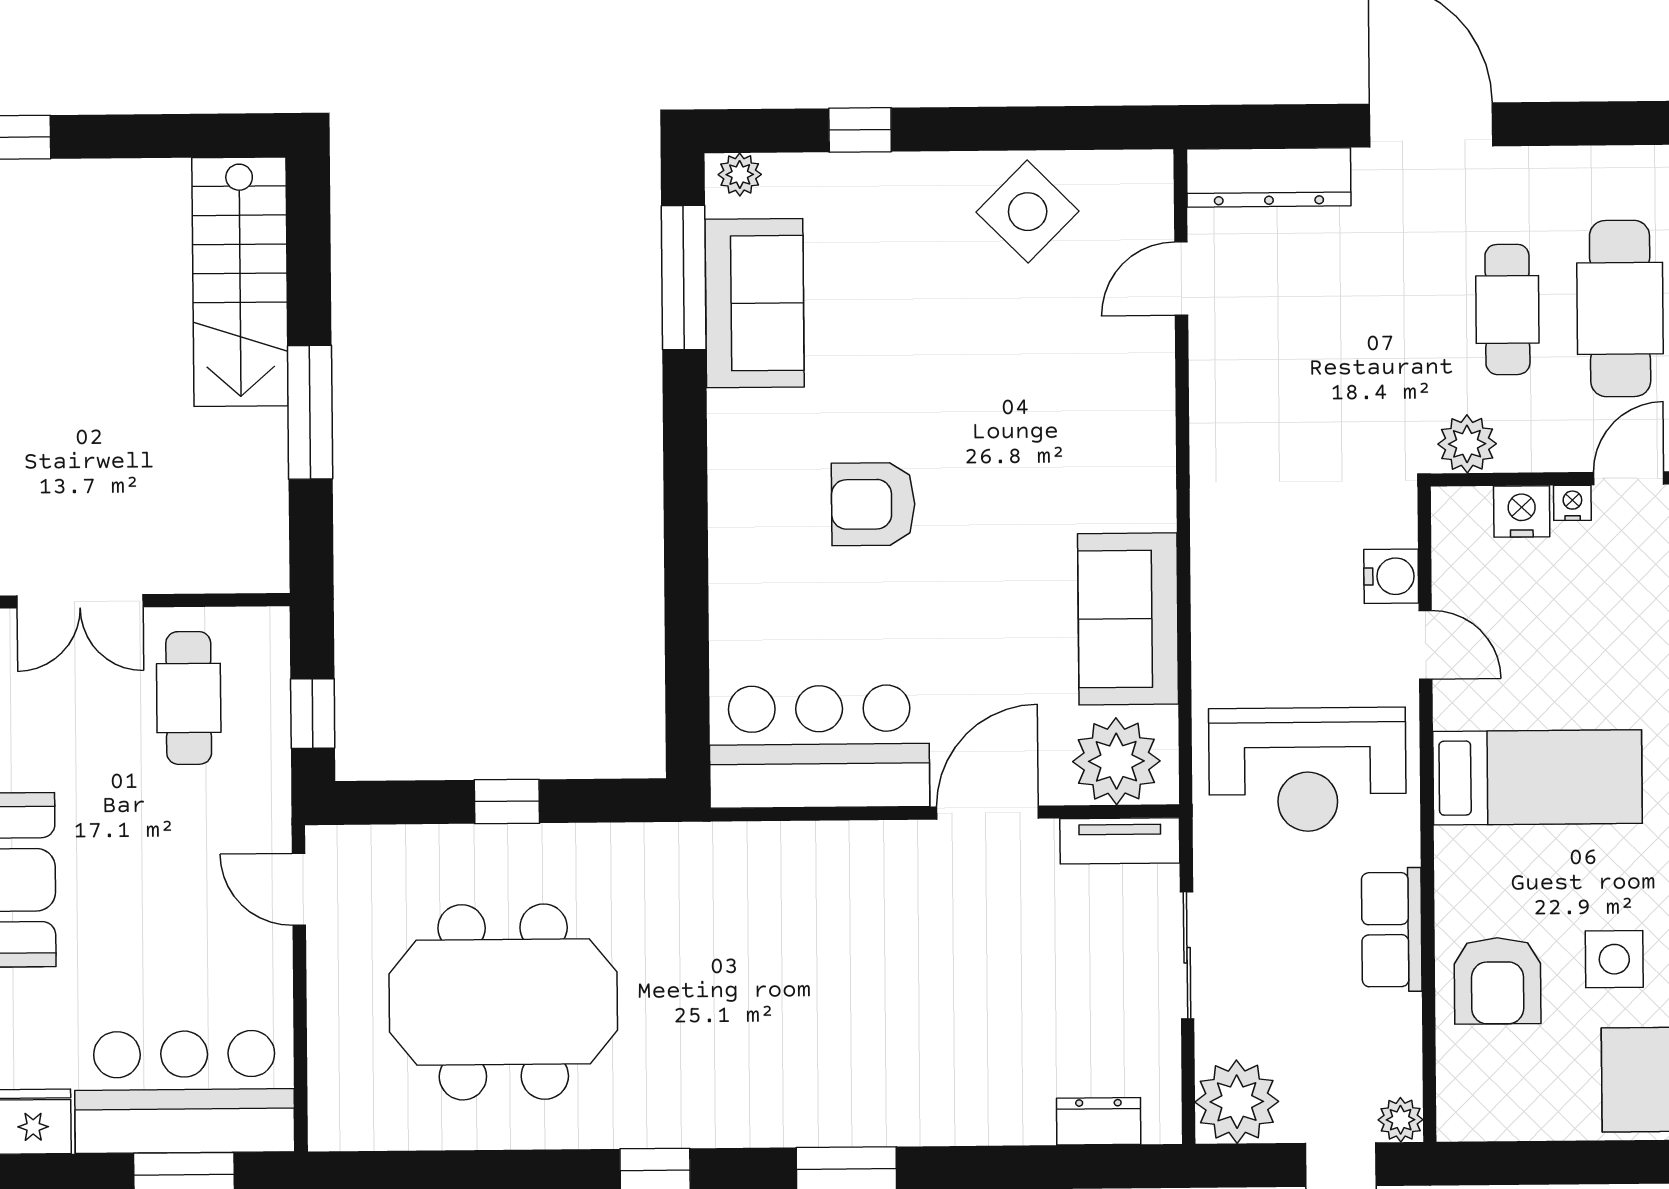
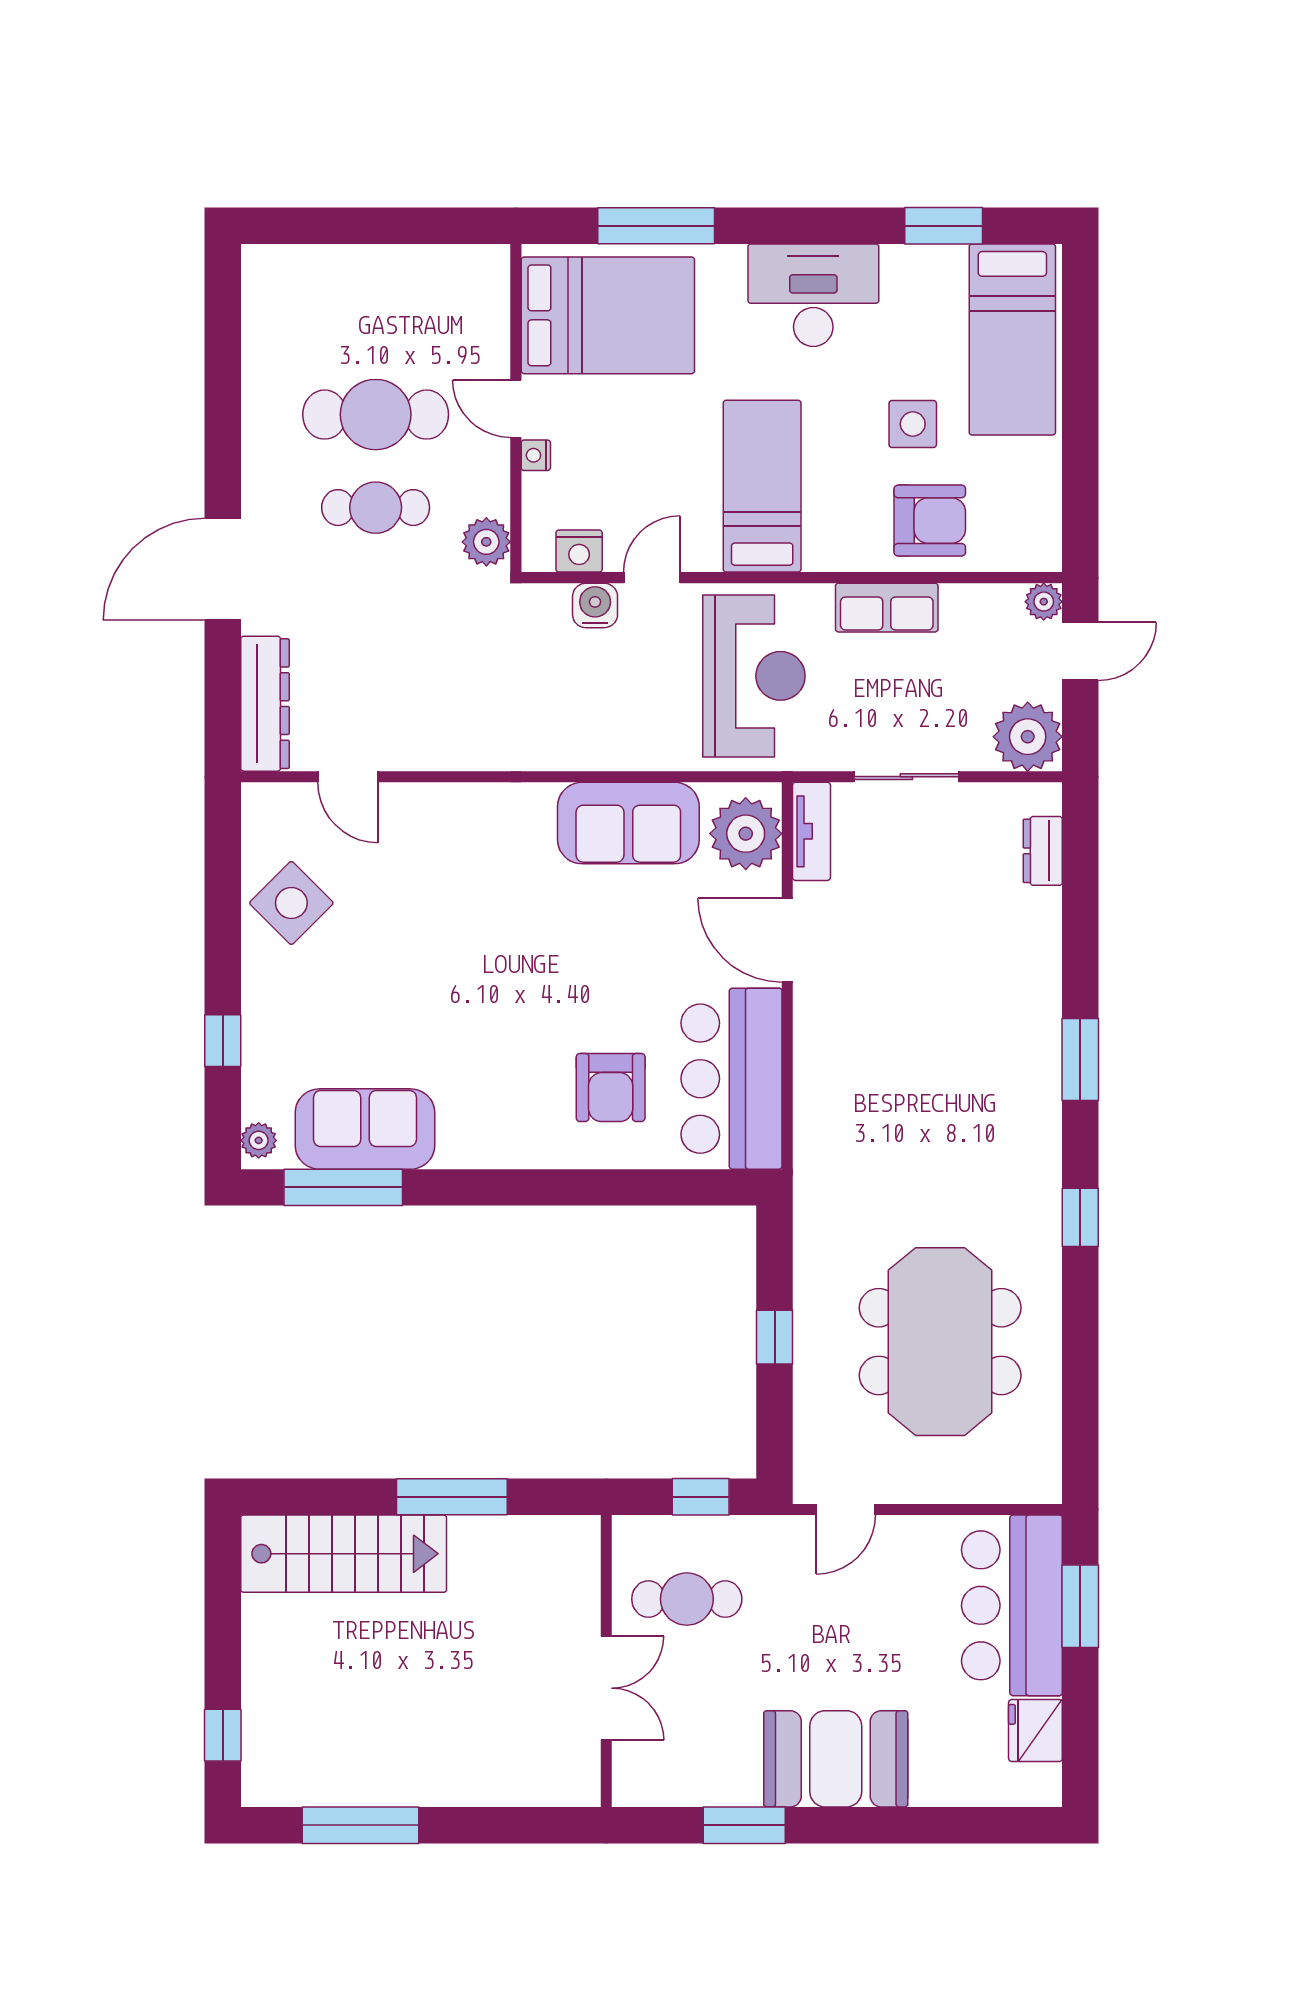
armchair: (873, 504) -> (611, 1087), moved
nightstand: (1522, 511) -> (579, 551), moved, turned -90

